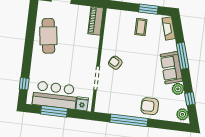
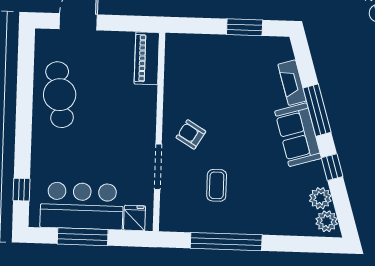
coffee table: (141, 27) -> (217, 185), moved
fireplace: (169, 28) -> (292, 83), moved
plant: (178, 89) -> (320, 198), moved
window: (190, 99) -> (332, 167), moved
armchair: (150, 106) -> (263, 211), removed

